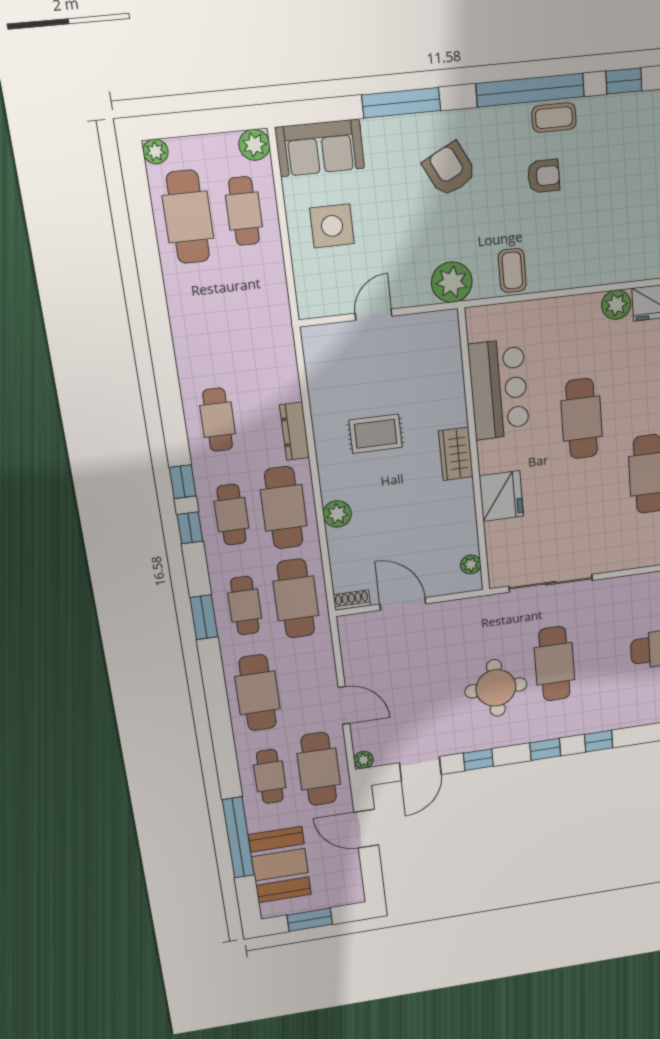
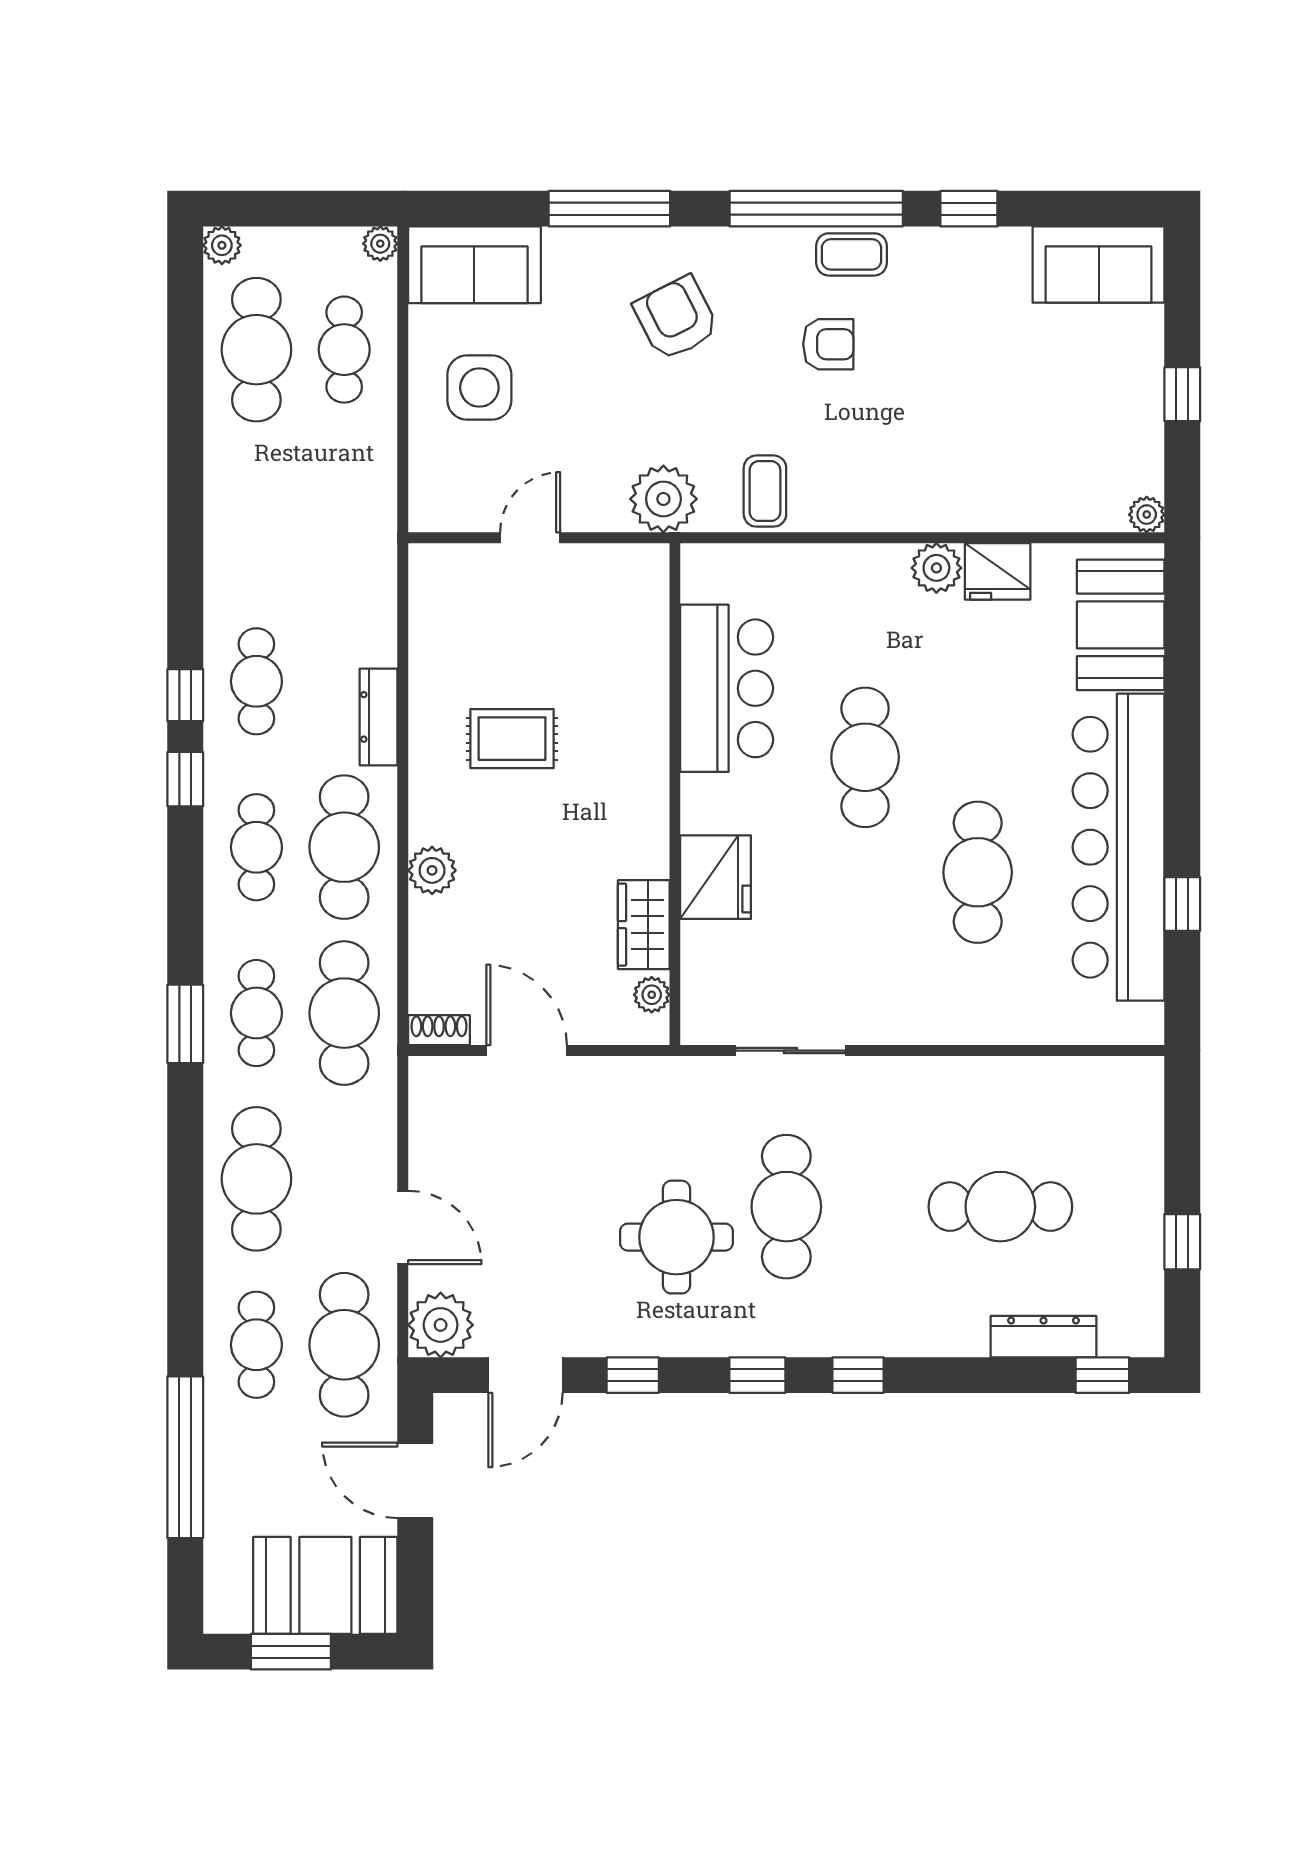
plant: (254, 145) -> (380, 244), width x0.73, depth x0.73
wardrobe: (456, 454) -> (644, 925), moved
window: (190, 528) -> (185, 695), moved
sliding door: (551, 583) -> (790, 1051), width x0.73
plant: (363, 760) -> (441, 1325), width x1.88, depth x1.88
booth: (280, 865) -> (325, 1585), moved, turned 90

